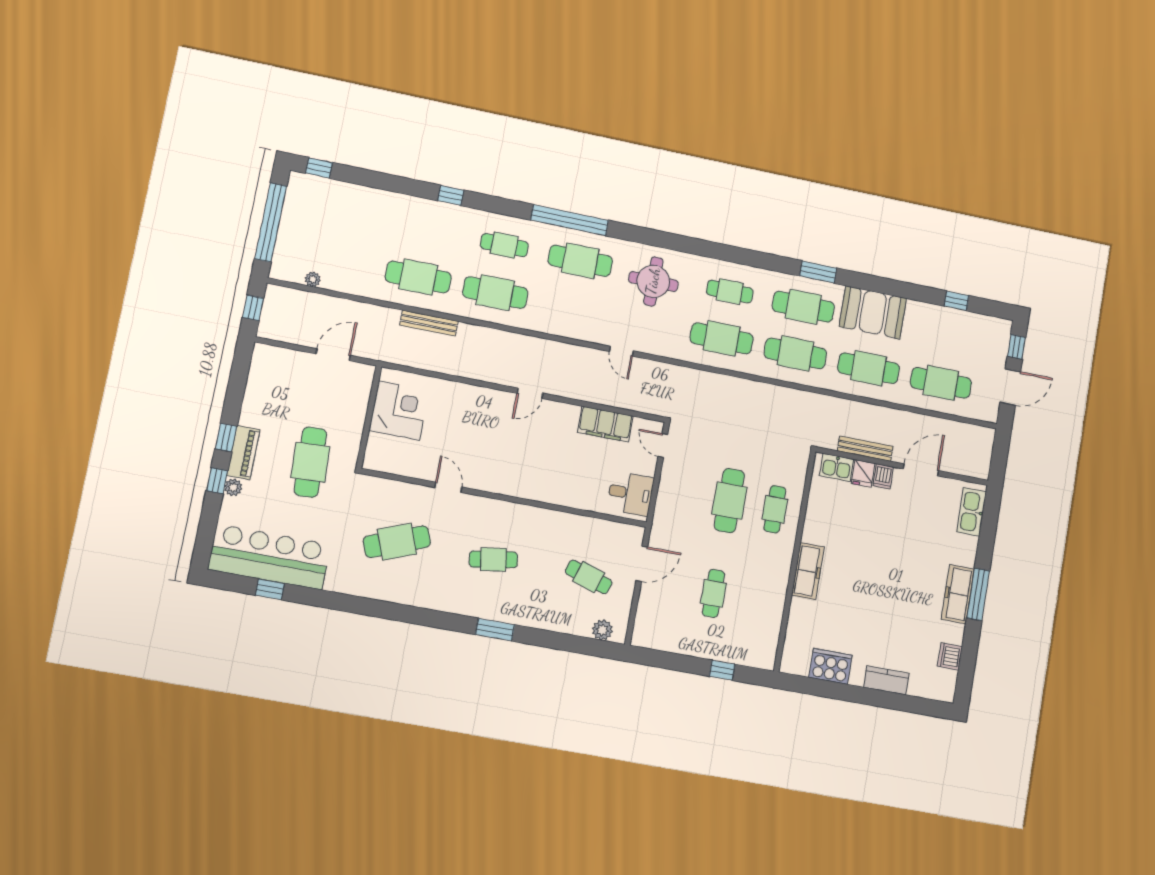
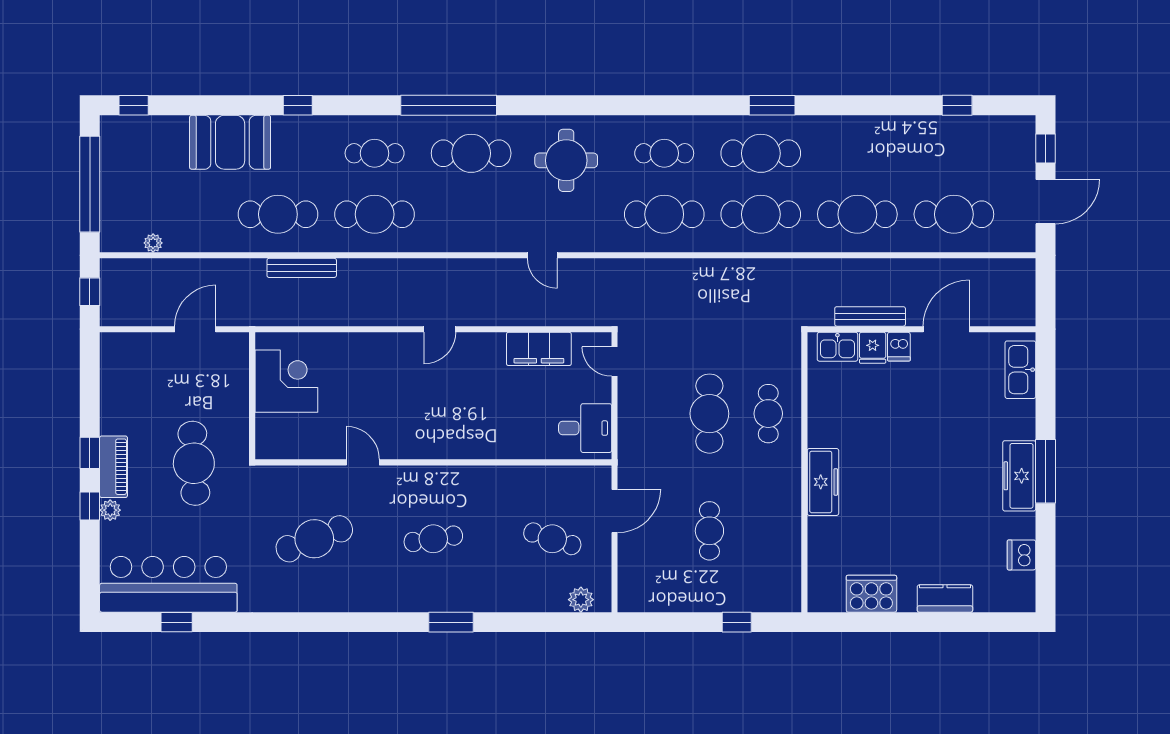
booth: (873, 312) -> (230, 142), moved

